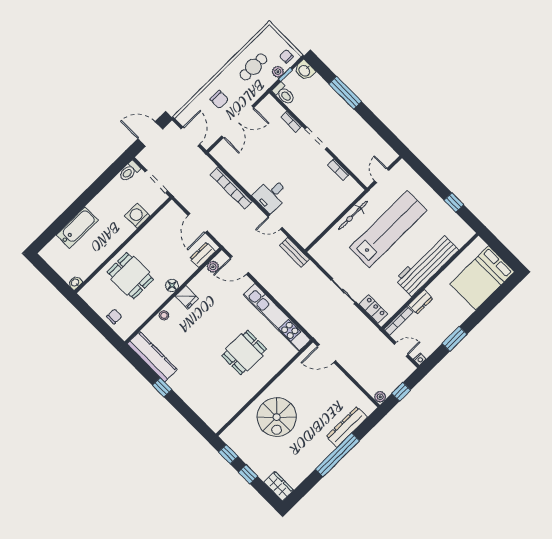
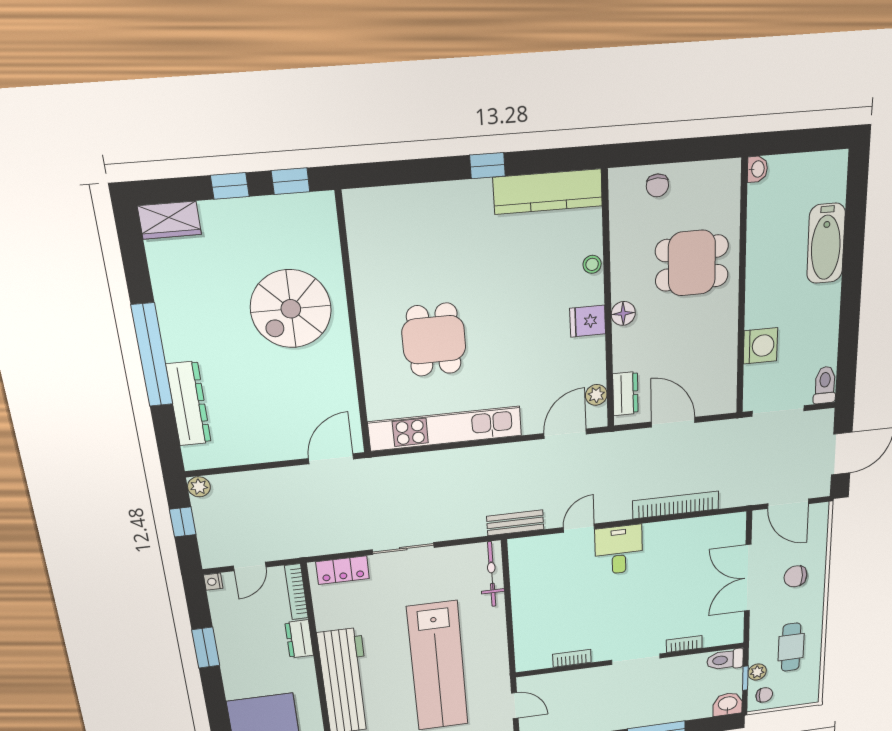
bicycle: (353, 215) -> (492, 574), moved
spiral stairs: (277, 417) -> (291, 309), turned -90

